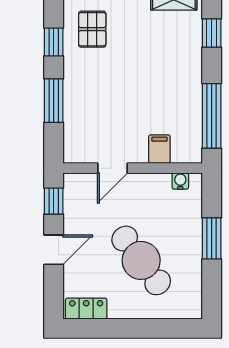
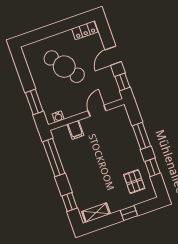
window: (212, 238) -> (34, 102), moved

